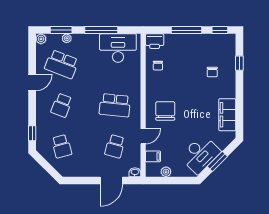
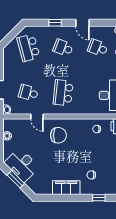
school desk: (62, 64) -> (98, 48), width x0.54
filing cabinet: (227, 115) -> (66, 188), moved
window: (32, 133) -> (55, 23), moved
school desk: (62, 146) -> (29, 48), width x1.85
filing cabinet: (153, 156) -> (20, 125), removed

